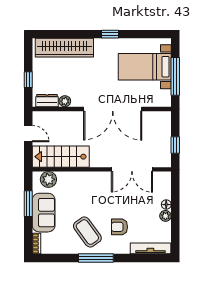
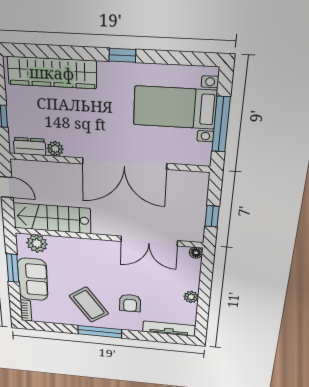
floor lamp: (166, 205) -> (196, 253), moved
armchair: (119, 227) -> (130, 303), turned -90

